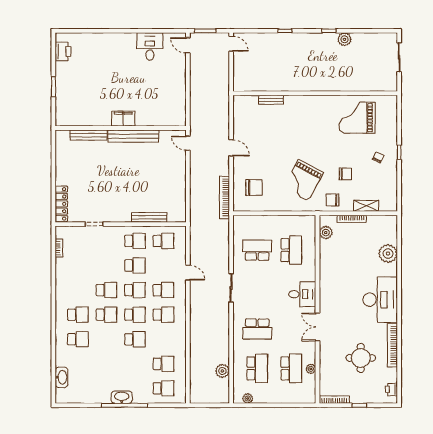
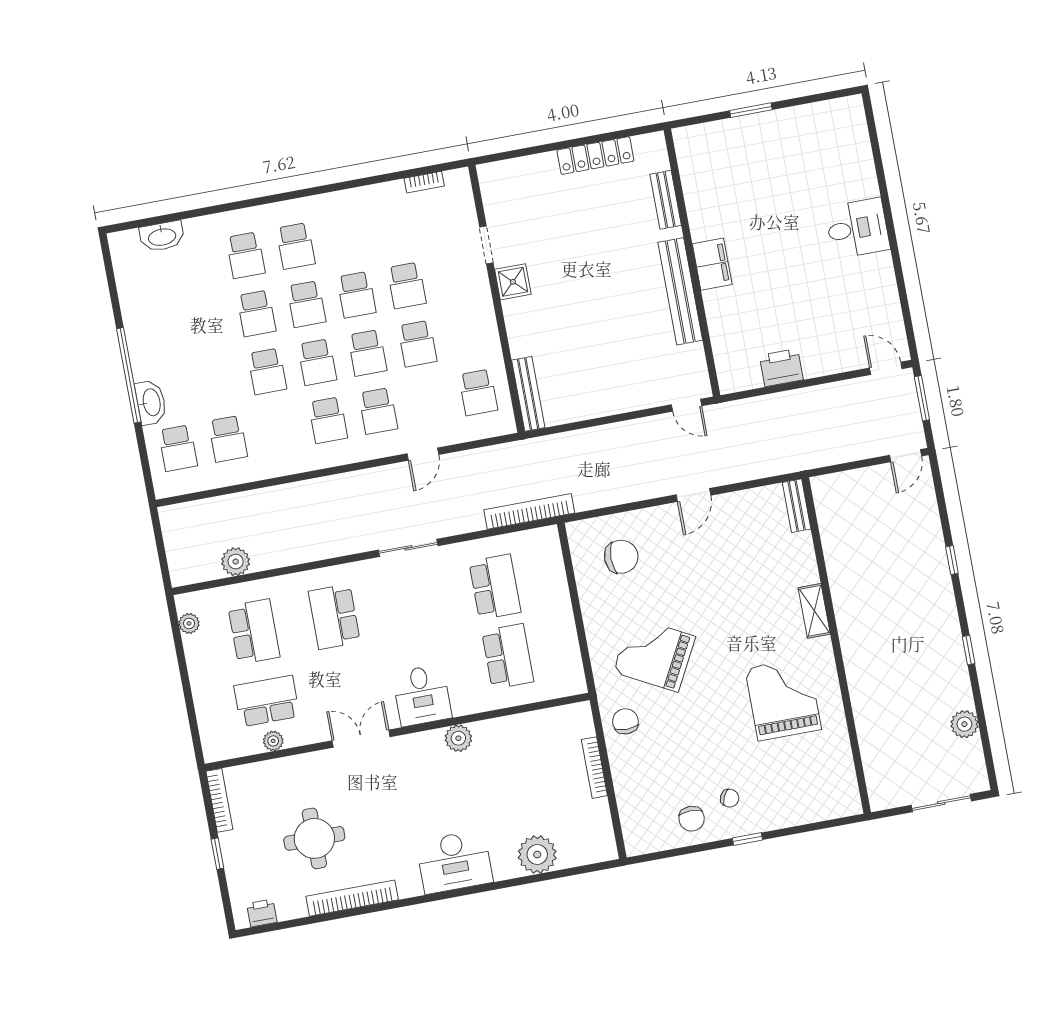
plant: (344, 39) -> (964, 724), moved
door: (188, 45) -> (886, 368), hinge flipped
desk: (150, 47) -> (857, 228), moved
printer: (63, 51) -> (781, 368), moved, turned 180
bench: (271, 100) -> (797, 506), moved
grand piano: (357, 118) -> (783, 699), moved
bench: (88, 135) -> (666, 200), width x0.73
door: (188, 143) -> (686, 405), swing flipped
chair: (345, 174) -> (692, 819), moved
chair: (254, 188) -> (621, 557), turned -90
bookcase: (224, 198) -> (529, 511), moved
locker: (61, 204) -> (595, 156), moved
shelving: (366, 206) -> (814, 611), moved
shower: (114, 215) -> (513, 282), added
bench: (149, 217) -> (528, 394), moved
plant: (326, 233) -> (458, 738), moved
school desk: (135, 241) -> (407, 285), moved
school desk: (291, 250) -> (508, 656), turned -90
desk: (380, 300) -> (454, 862), width x0.73, depth x0.77
school desk: (106, 339) -> (256, 313), added
school desk: (257, 368) -> (254, 632), turned -90
school desk: (291, 368) -> (267, 701), turned 180
washbasin: (122, 397) -> (151, 402), moved

